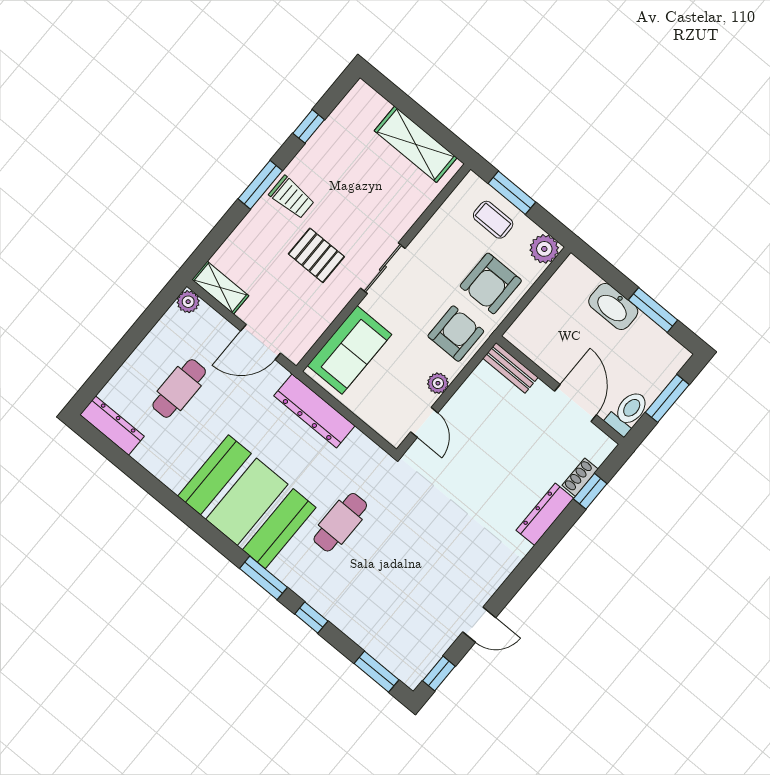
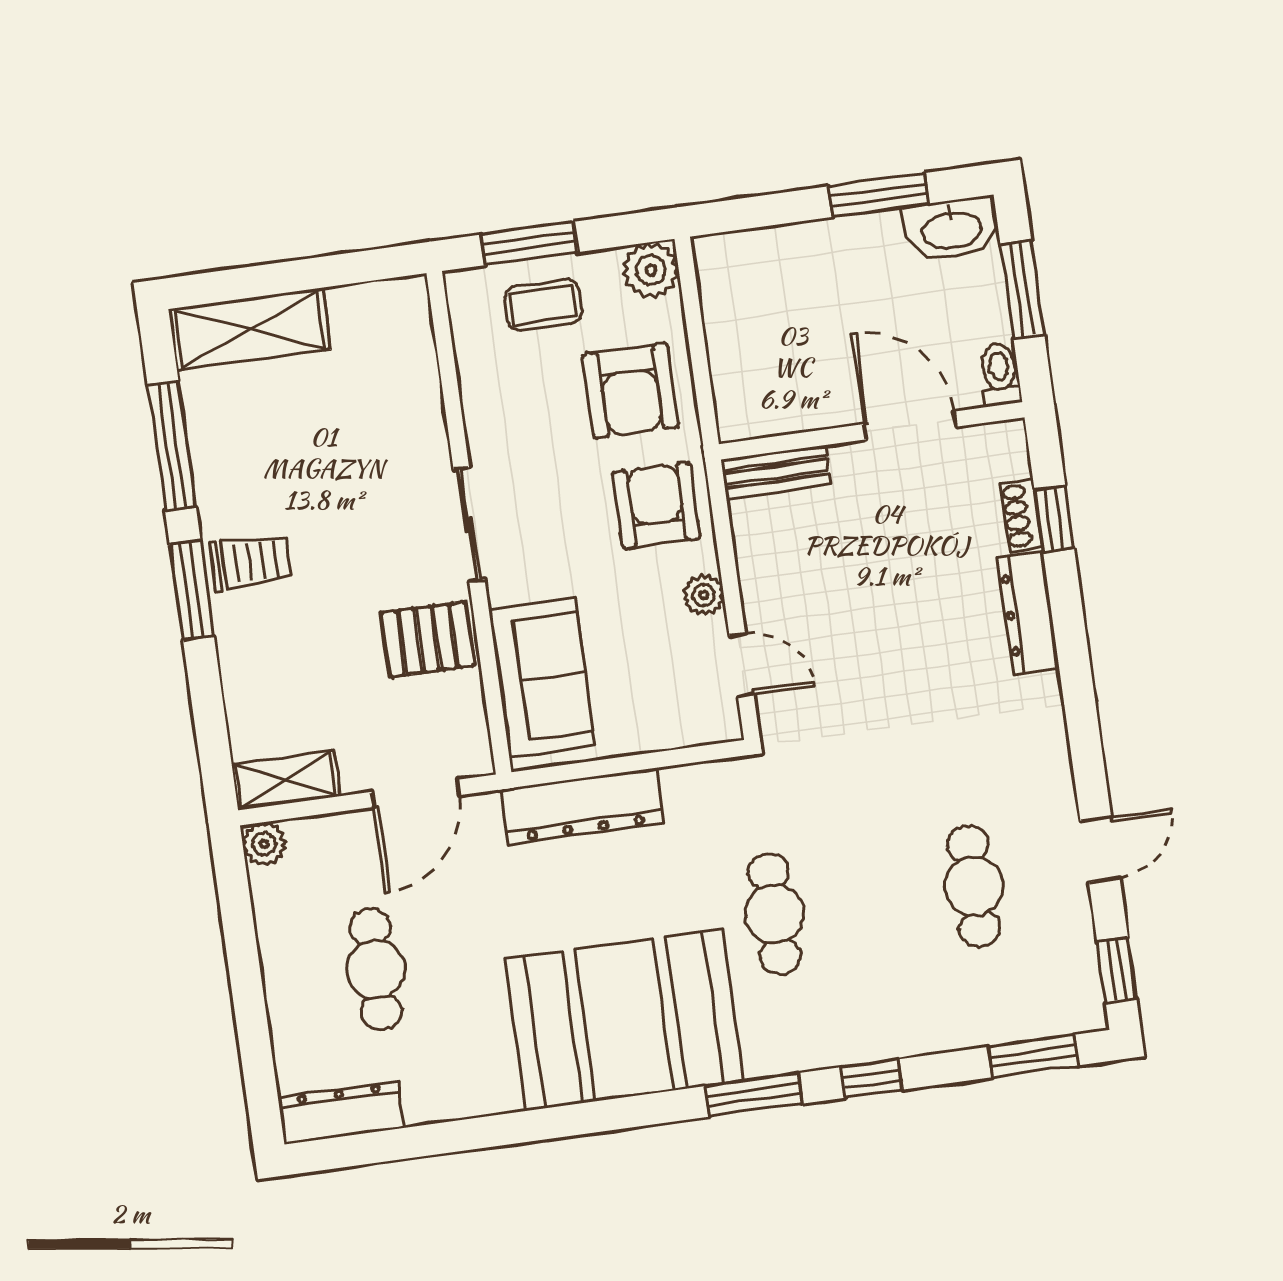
window: (309, 126) -> (172, 446), width x2.17
shelving: (416, 144) -> (250, 329), moved
pallet: (316, 255) -> (428, 639), moved
washbasin: (613, 306) -> (952, 229), moved
toilet: (628, 413) -> (1000, 374), width x0.73, depth x0.72
cafe table: (421, 589) -> (974, 886), added

